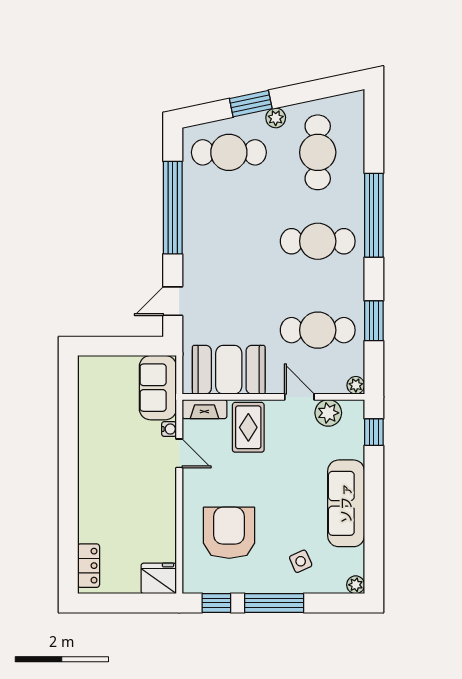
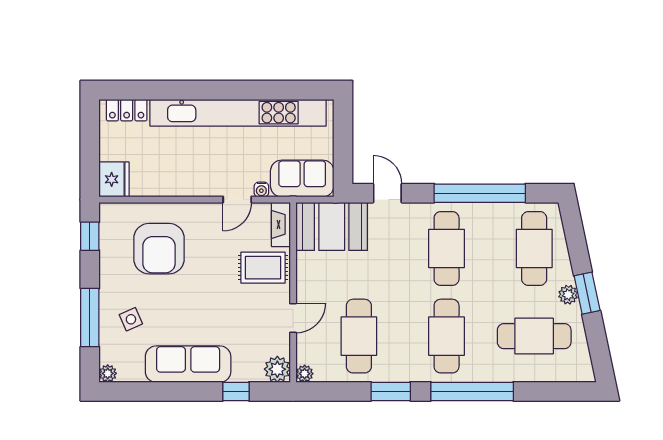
window: (251, 104) -> (587, 293), moved
cafe table: (229, 241) -> (447, 249), added
window: (374, 321) -> (391, 391), moved
booth: (229, 370) -> (332, 226), moved, turned 90
plant: (328, 413) -> (277, 369), moved
window: (374, 432) -> (236, 391), moved
kitchen unit: (91, 453) -> (238, 113), added
armchair: (229, 533) -> (159, 249), turned 90
window: (274, 603) -> (90, 318), moved

